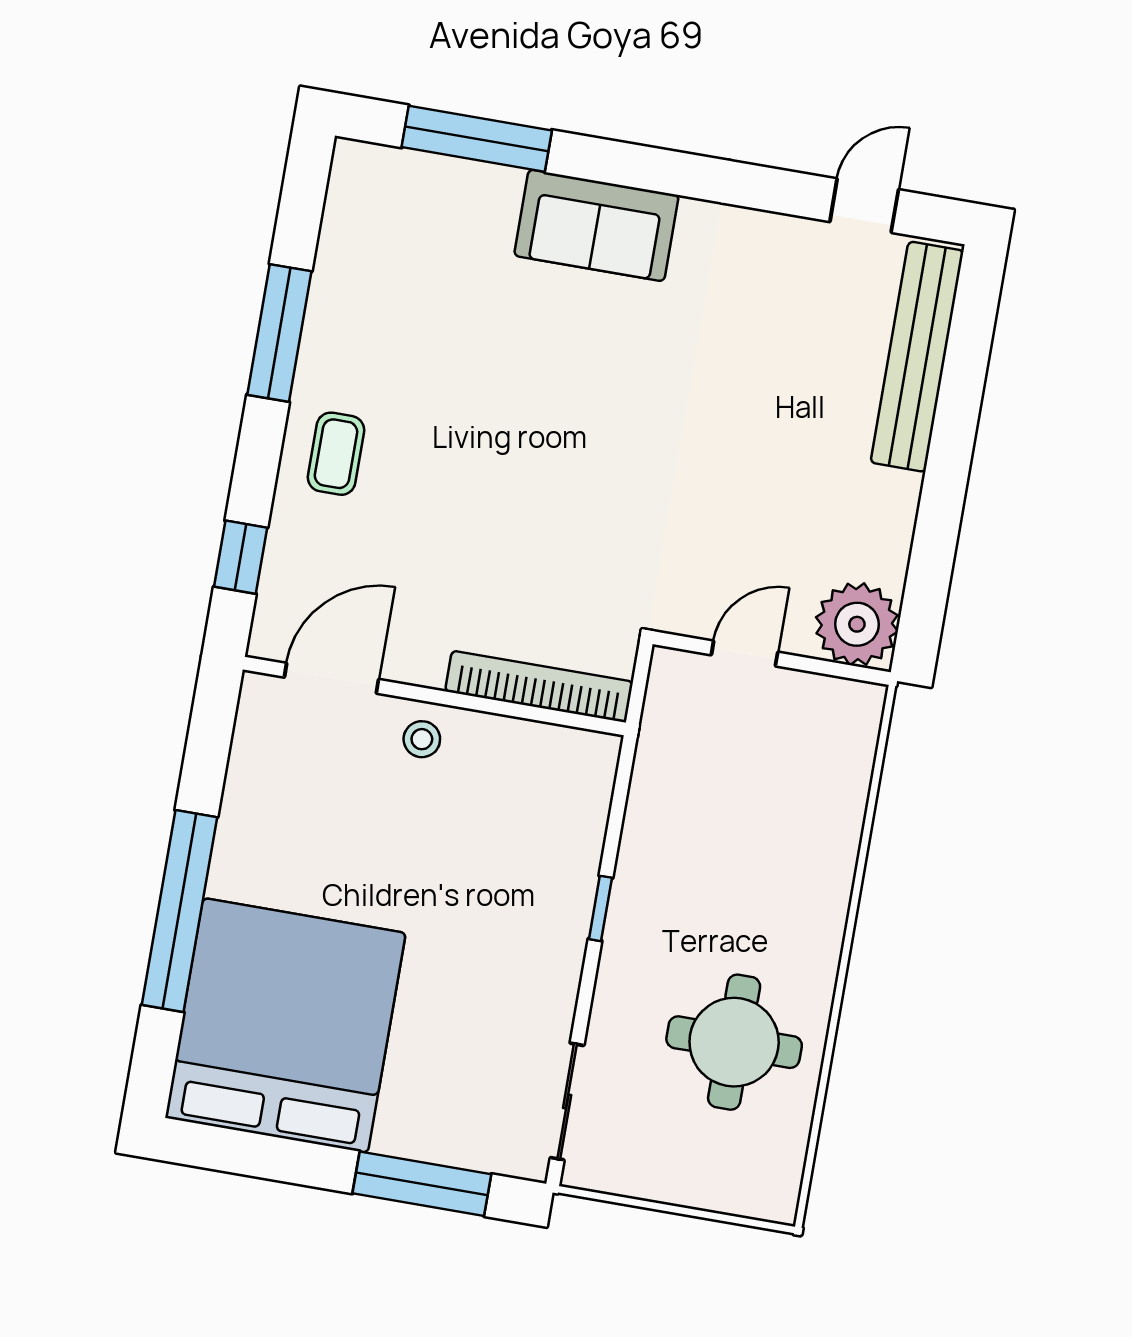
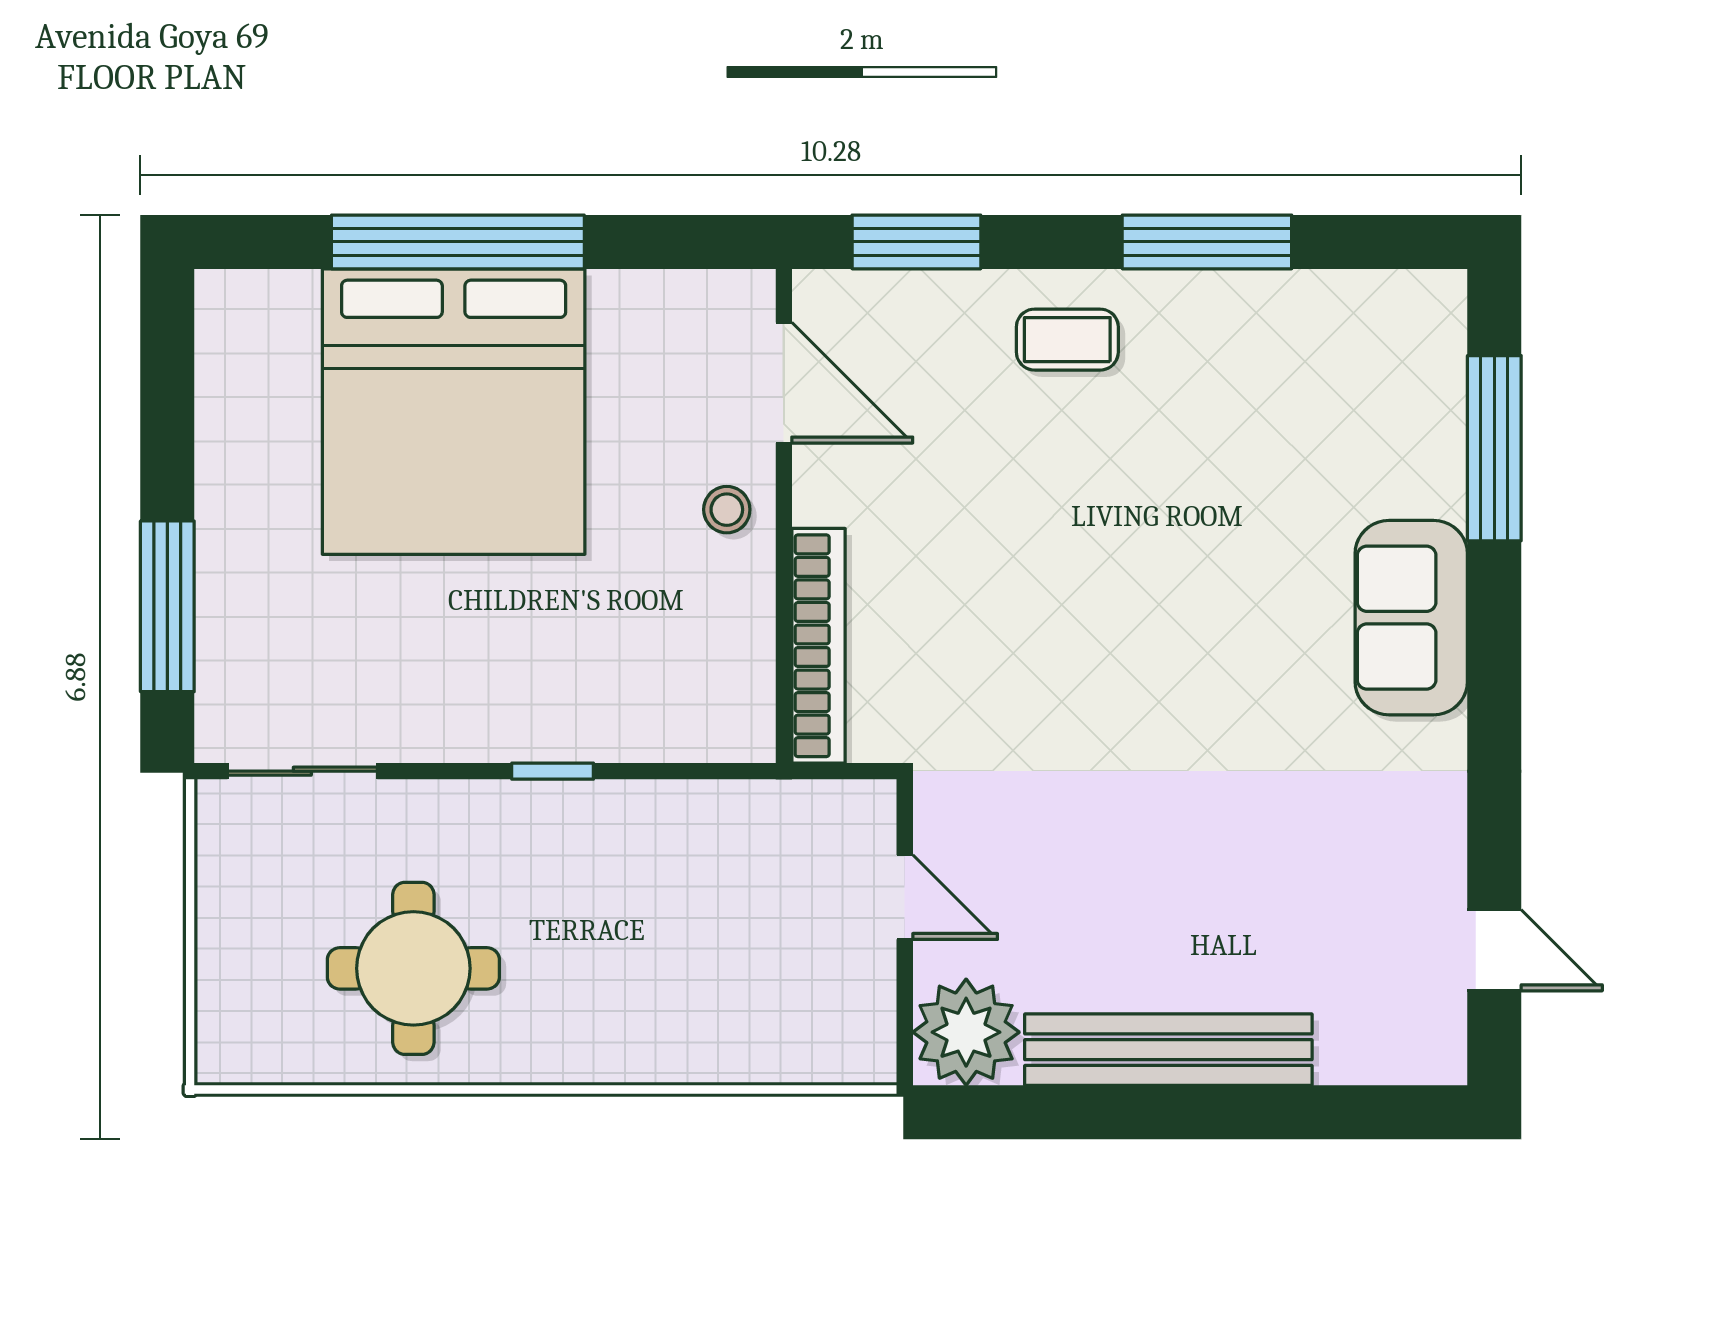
bench: (917, 357) -> (1168, 1050), moved
window: (241, 557) -> (916, 242), width x1.50
bed: (285, 1025) -> (454, 412), moved, turned 90

